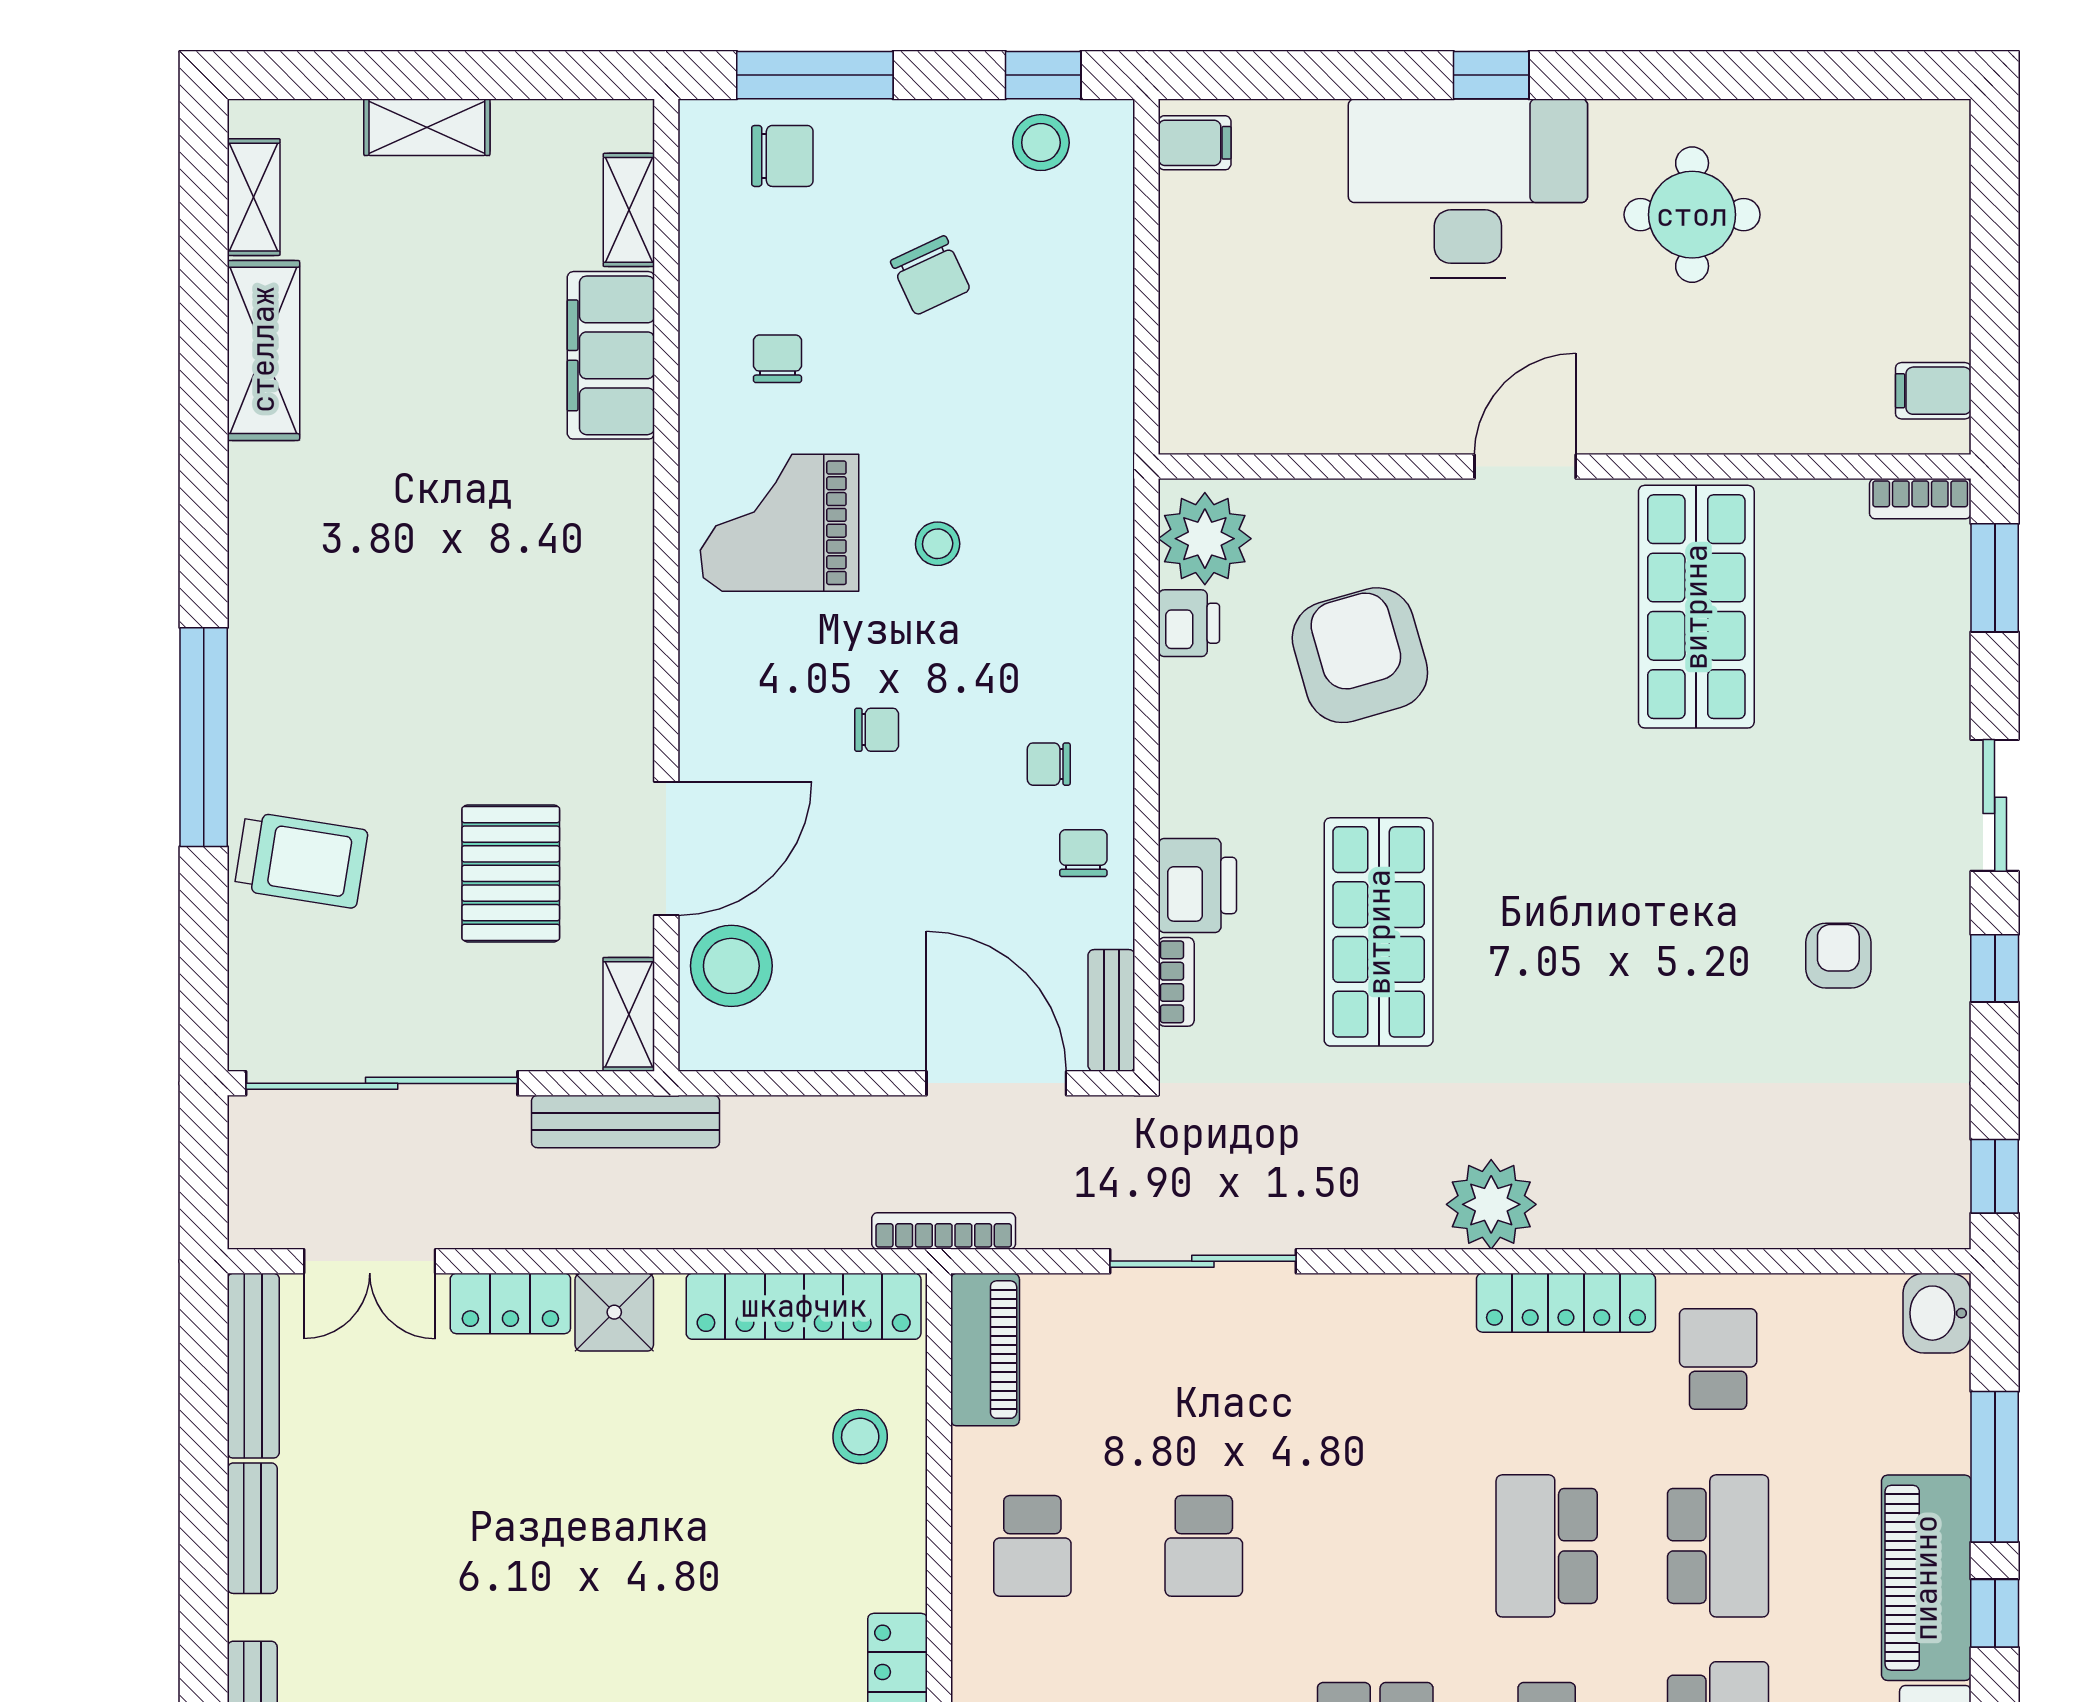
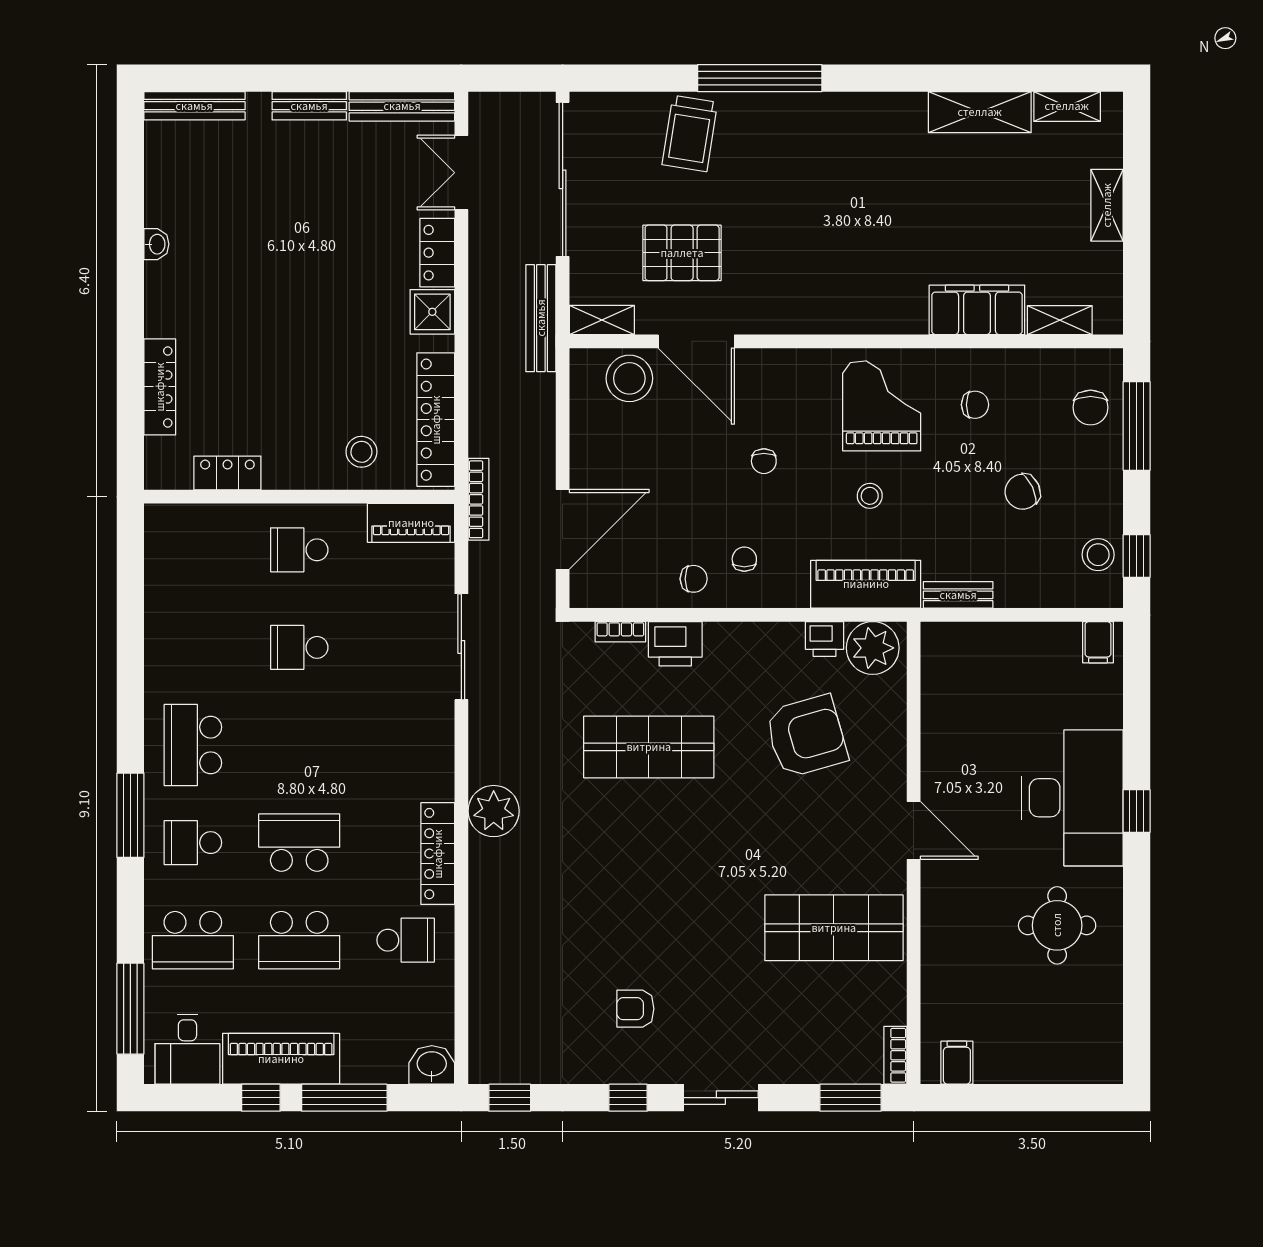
piano: (1093, 551) -> (866, 584), added
armchair: (1838, 956) -> (635, 1009), turned 180
bench: (1111, 1010) -> (958, 595), moved

